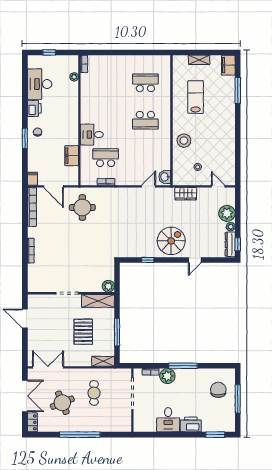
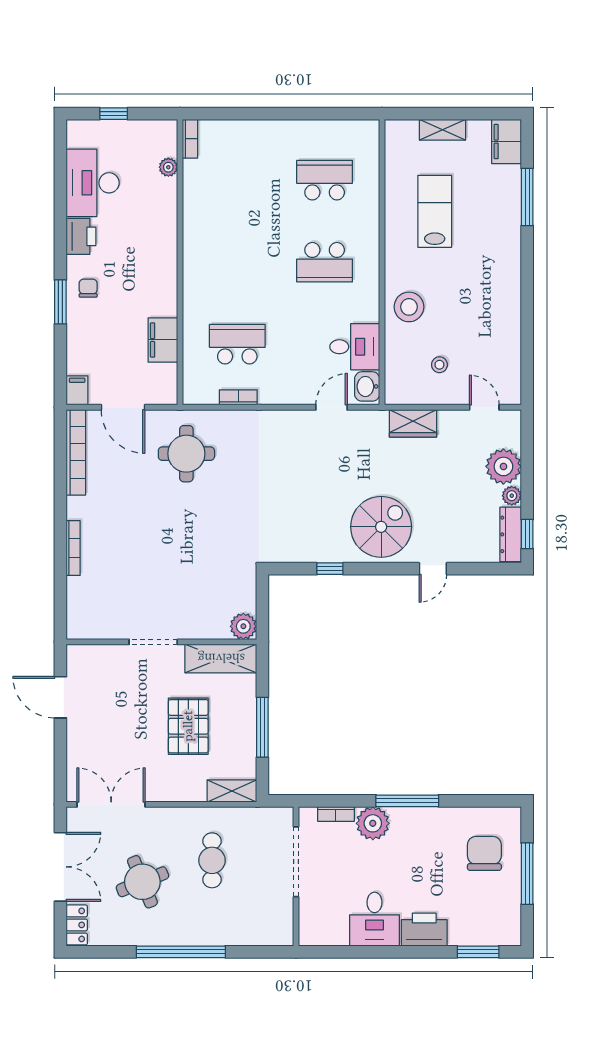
desk: (92, 135) -> (355, 347), moved, turned 180

